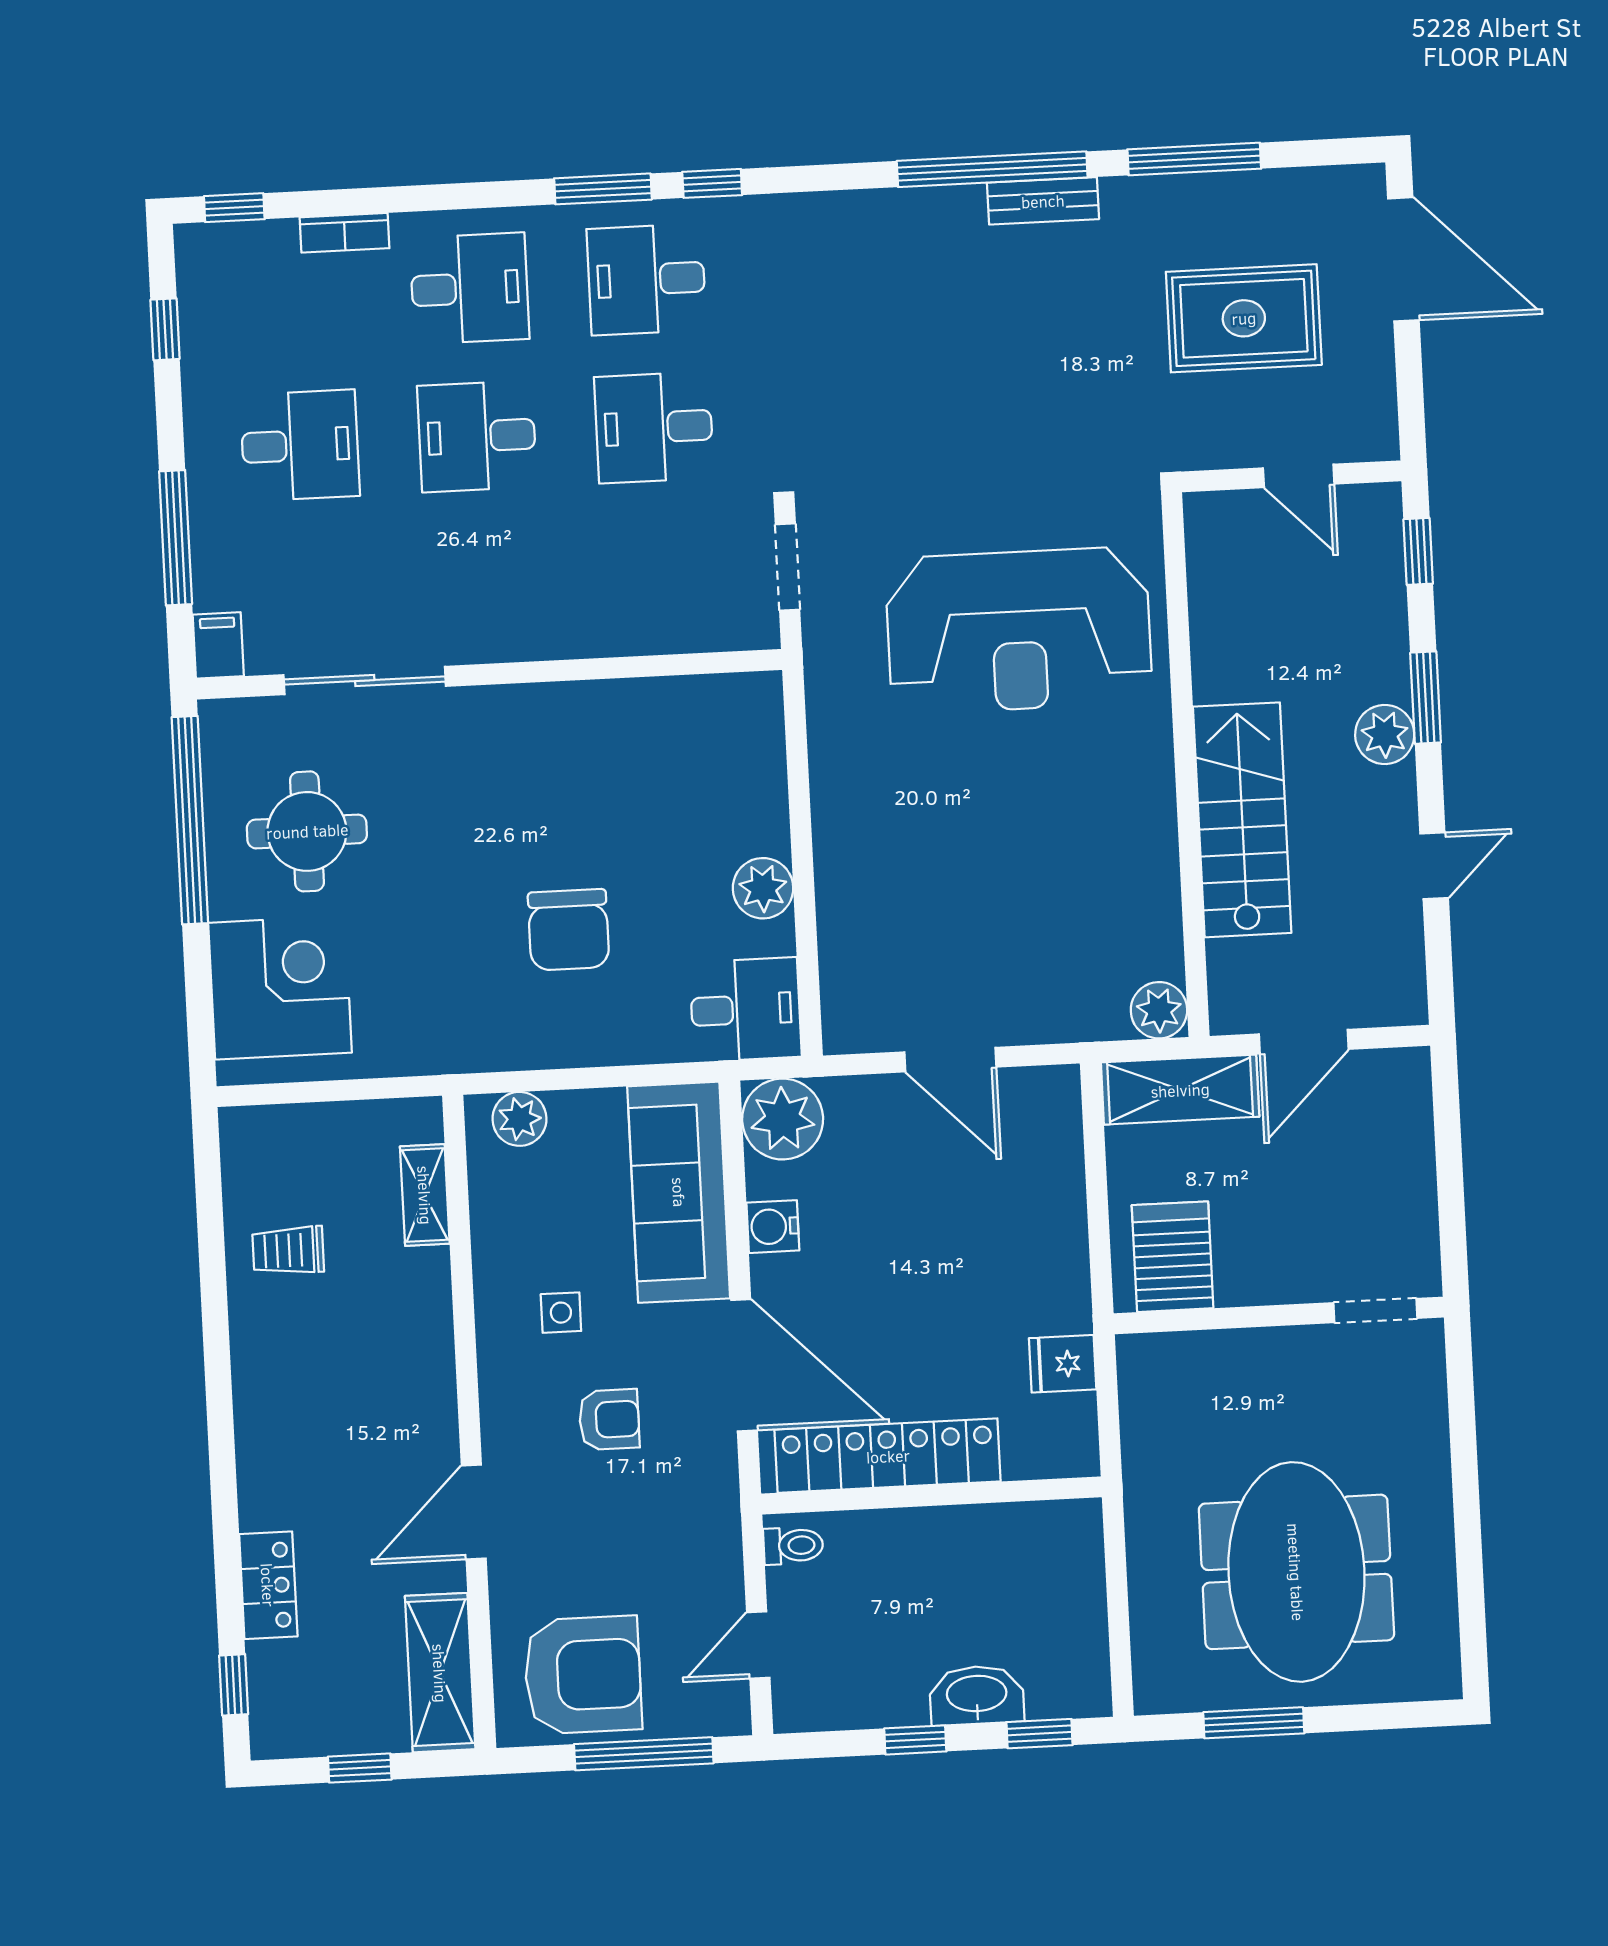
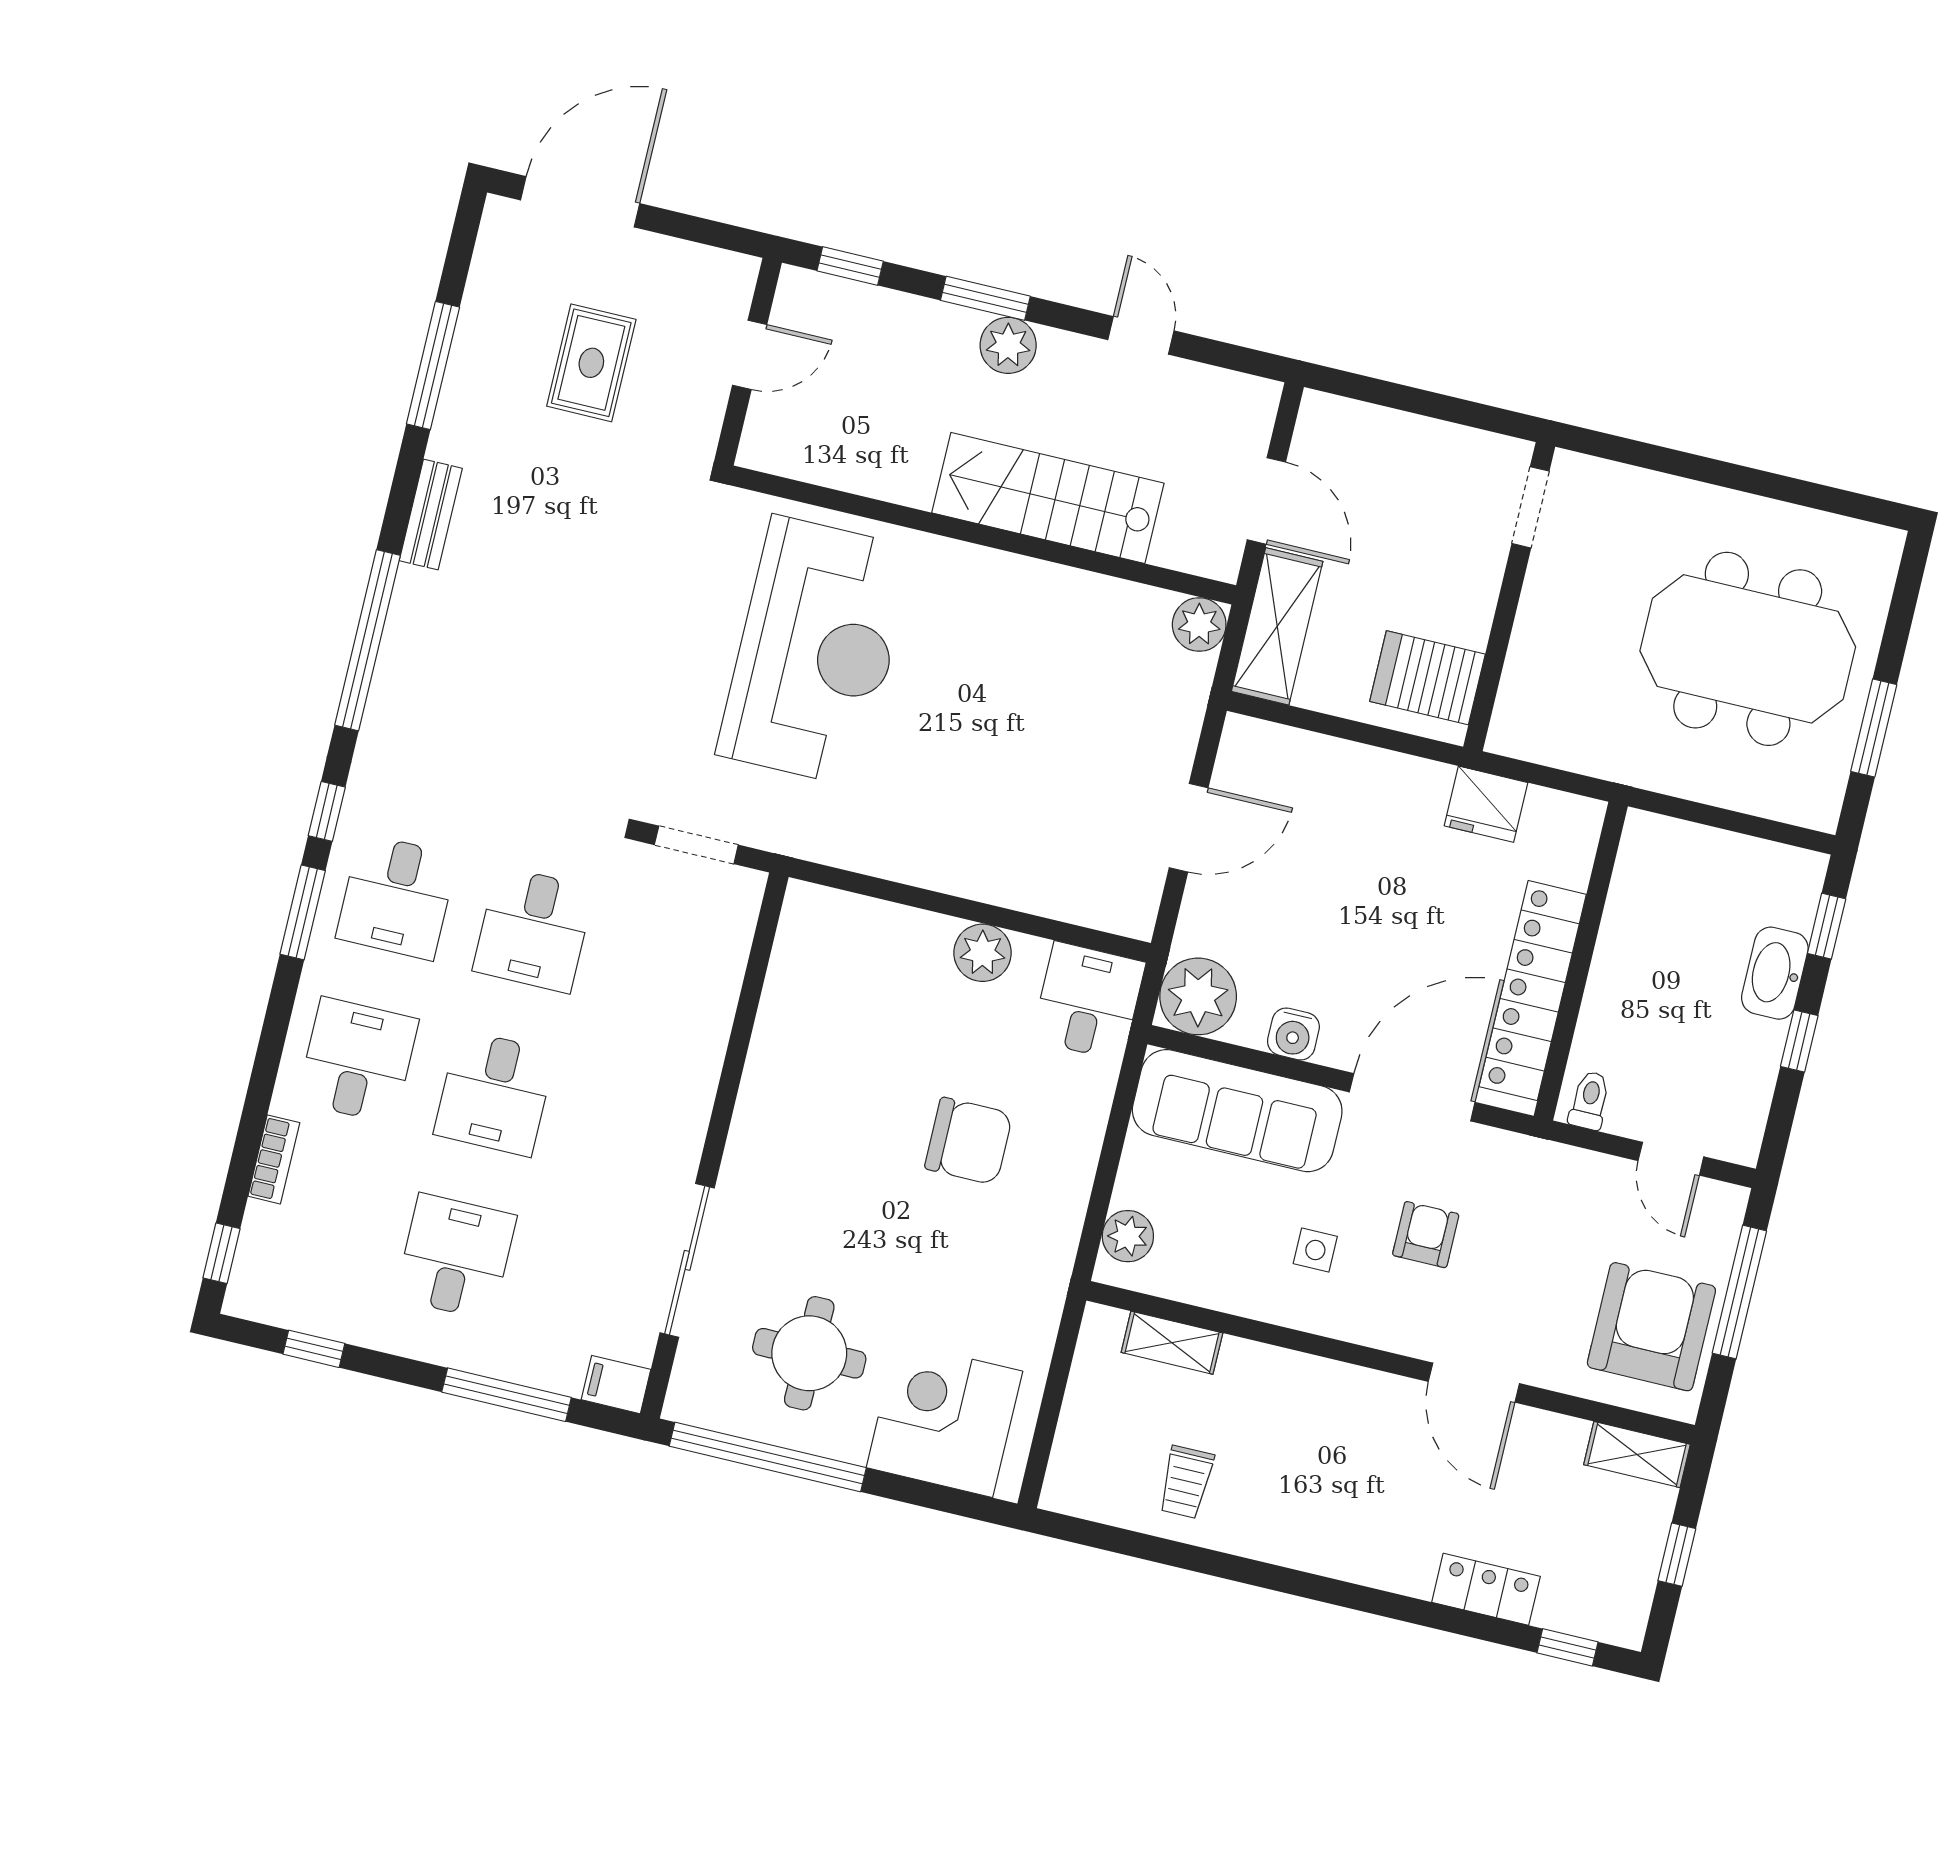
window: (992, 169) -> (368, 640), moved
rug: (1244, 318) -> (591, 363), width x0.73, depth x0.70
fridge: (1063, 1364) -> (1486, 804), width x1.38
shelving: (440, 1673) -> (1637, 1455), width x0.67, depth x0.75

